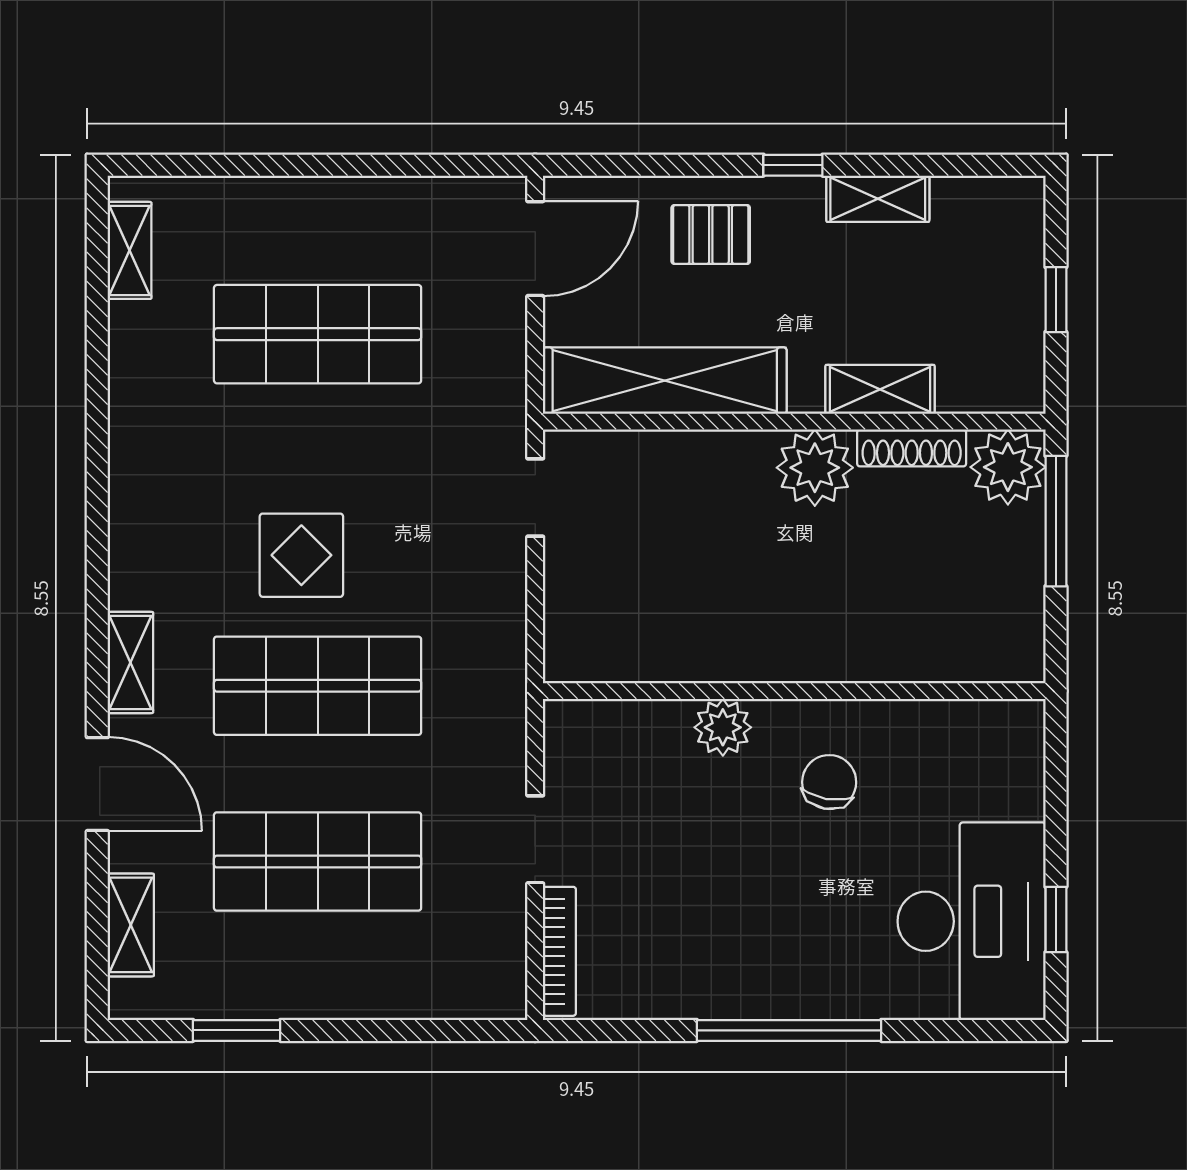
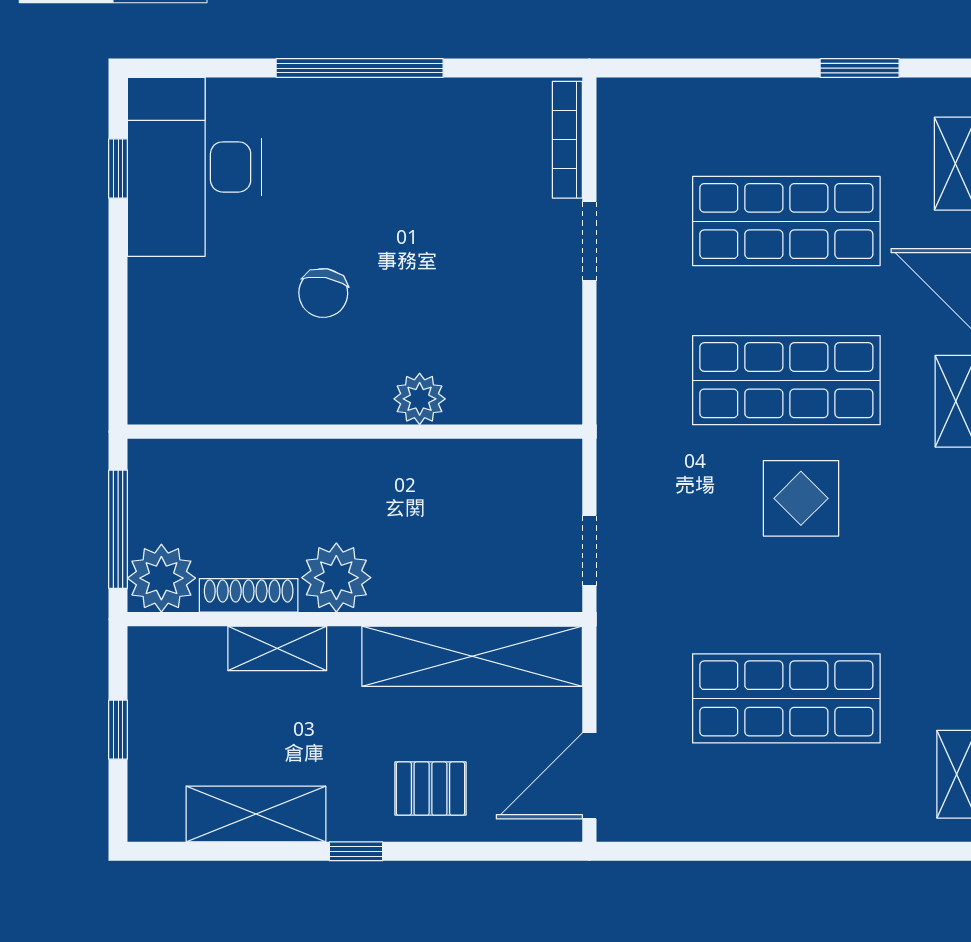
shelving: (878, 199) -> (256, 814), width x1.50, depth x1.33
wall: (794, 691) -> (355, 432), moved
plant: (723, 727) -> (420, 399), moved

